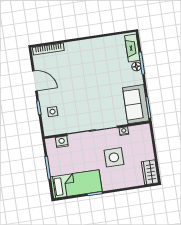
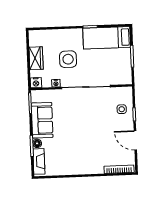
sofa: (136, 104) -> (42, 120), moved
nightstand: (62, 142) -> (36, 83), moved
wardrobe: (150, 172) -> (36, 58), moved

